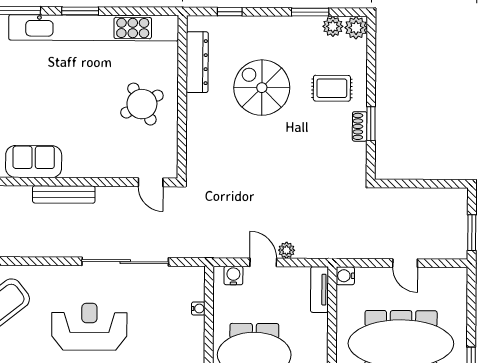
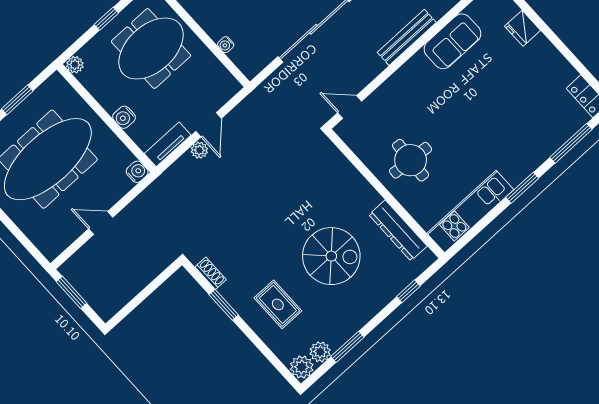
kitchen unit: (94, 28) -> (470, 211), width x0.54
rug: (332, 88) -> (278, 304), turned 90
round table: (142, 104) -> (411, 160), turned 33
shoe rack: (360, 126) -> (211, 273), moved
door: (263, 262) -> (209, 125), hinge flipped
water cooler: (233, 276) -> (124, 117), moved, turned 90
tv unit: (320, 290) -> (168, 144), moved, turned -90

